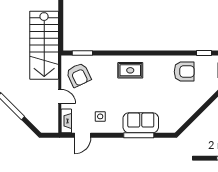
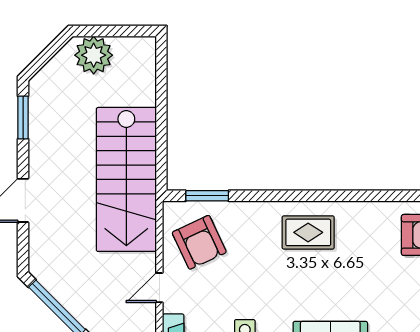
door: (60, 96) -> (159, 288), swing flipped

